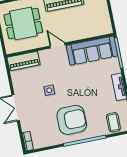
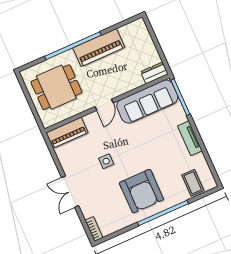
dresser: (103, 29) -> (154, 73), added
door: (58, 46) -> (104, 105), swing flipped
armchair: (72, 120) -> (141, 191), turned 90

